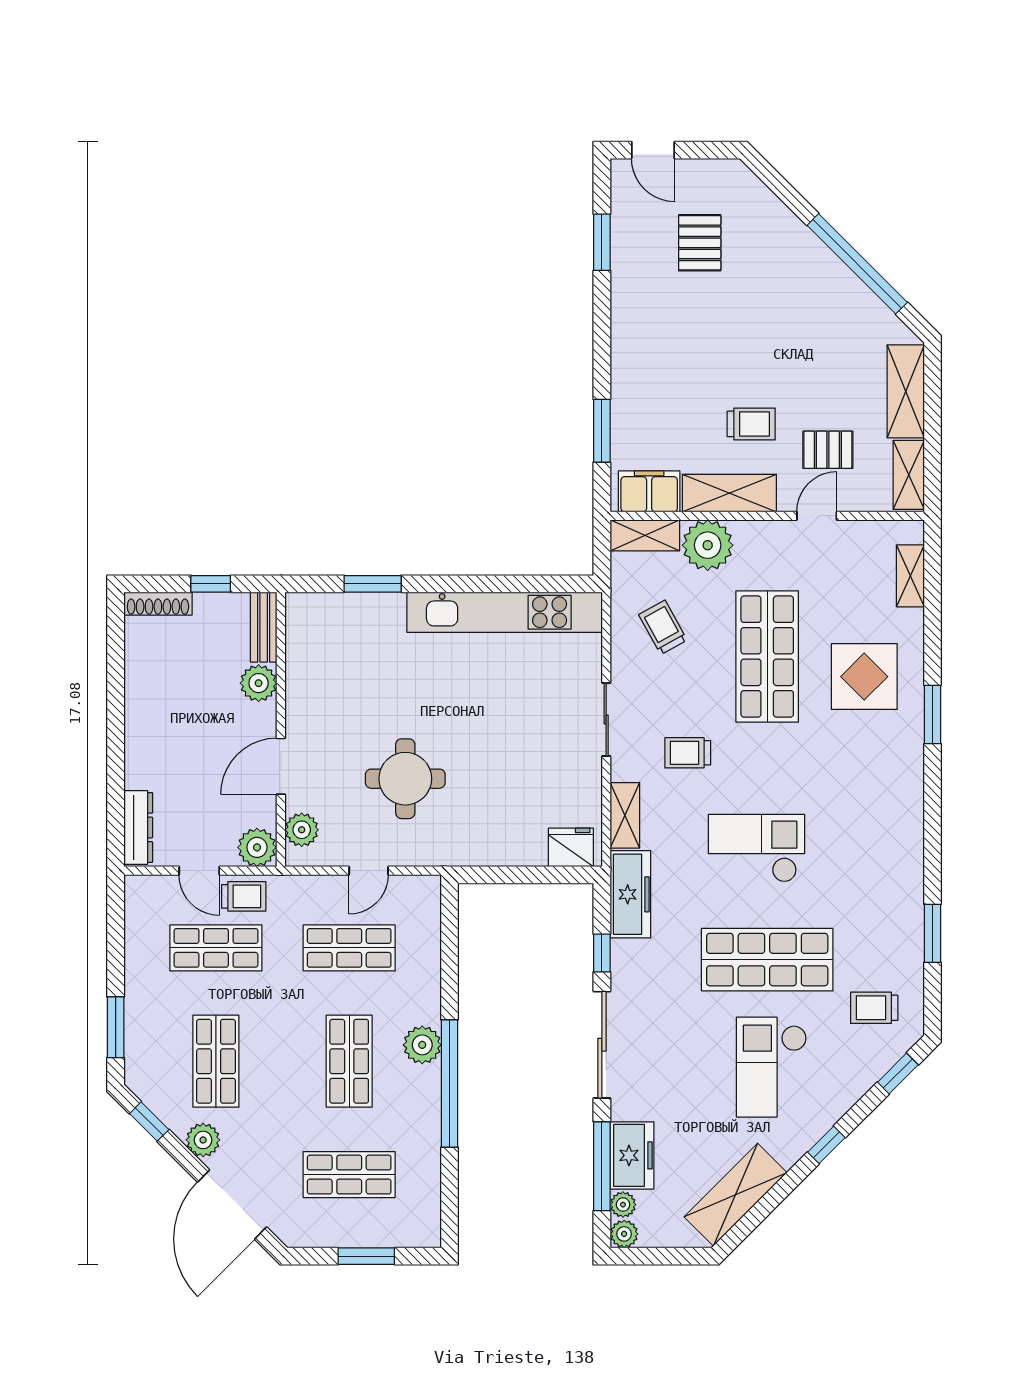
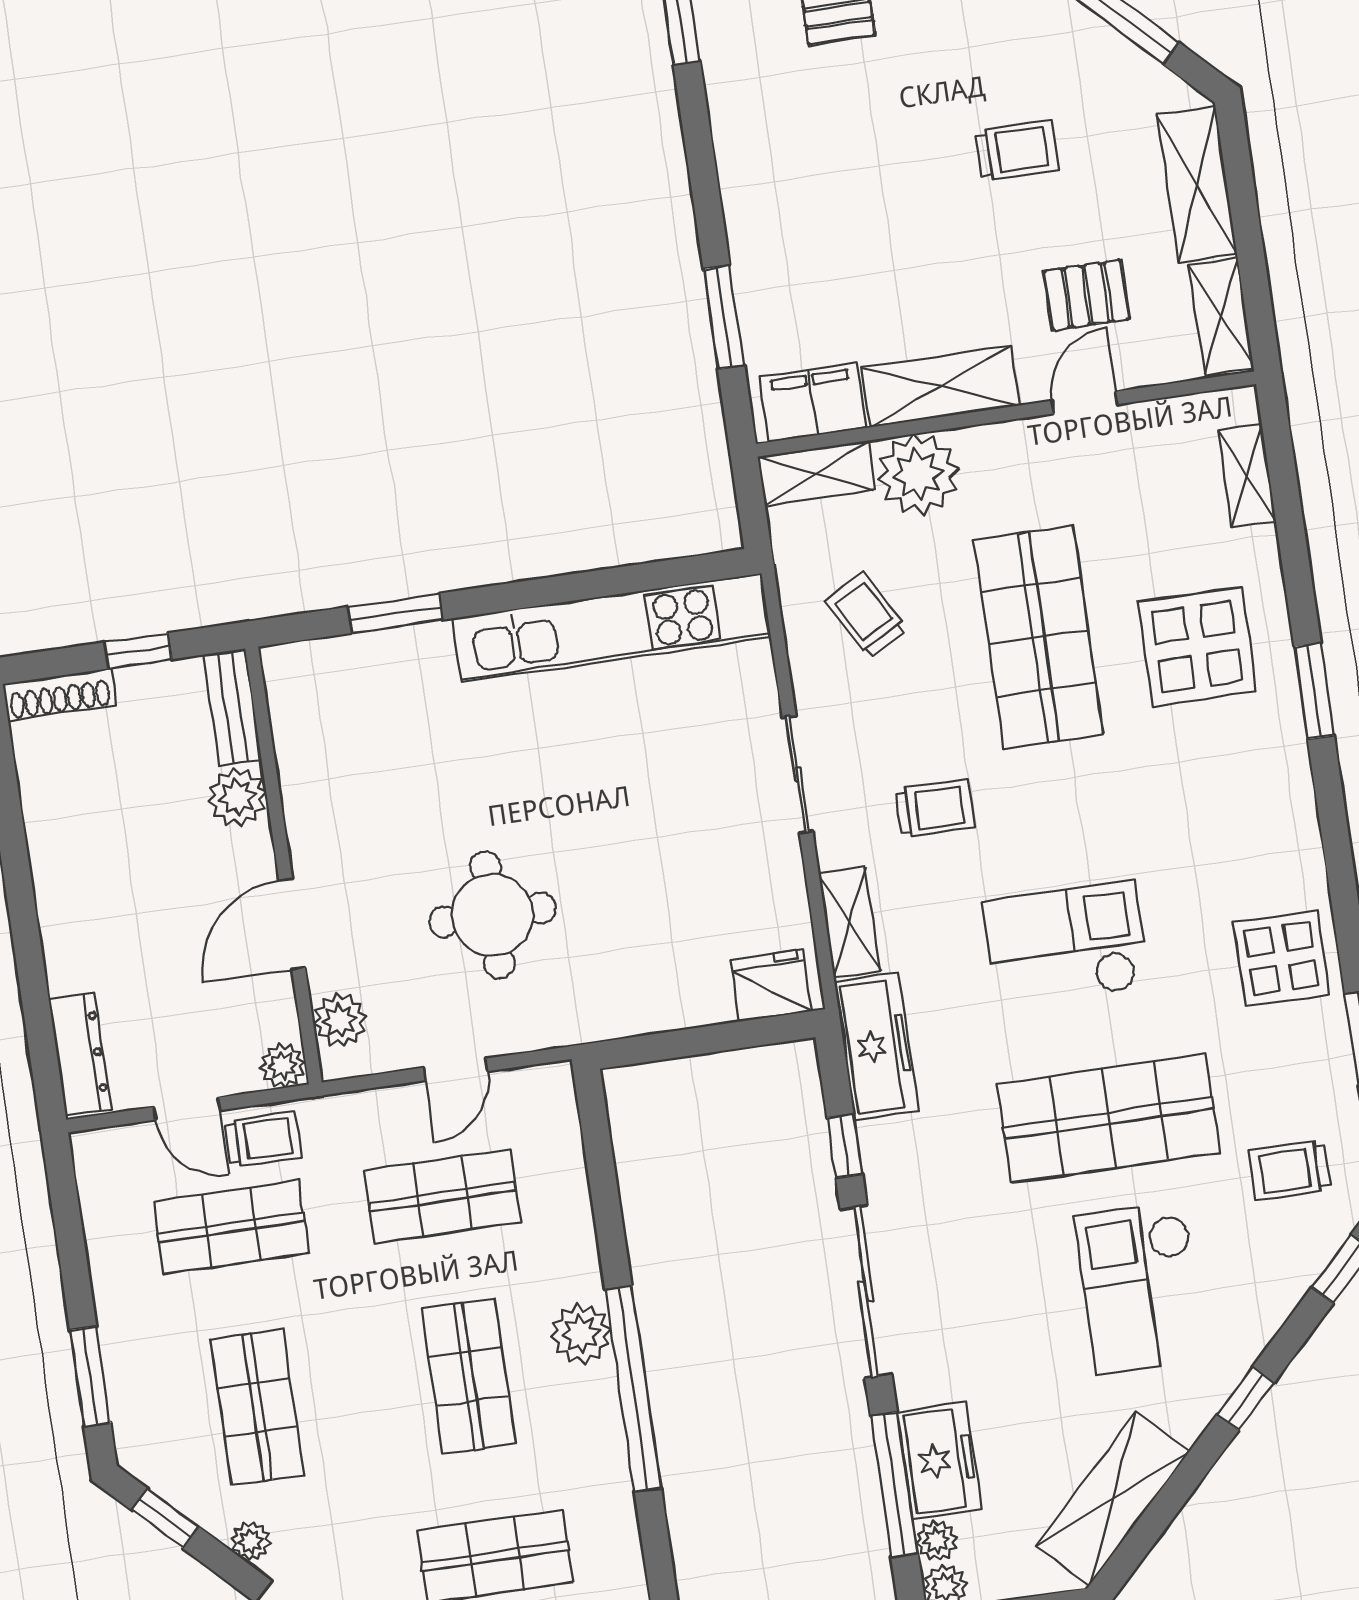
trolley: (751, 424) -> (1017, 151), moved
trolley: (688, 753) -> (935, 809), turned 180
plant: (257, 847) -> (282, 1065), width x0.73, depth x0.73
display table: (888, 876) -> (1281, 958), added
plant: (203, 1140) -> (251, 1541), width x0.73, depth x0.73

